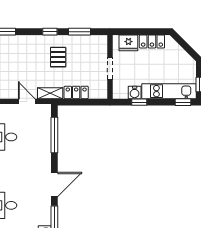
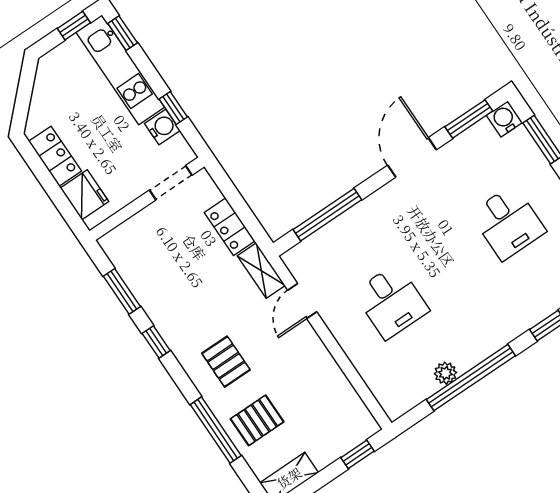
pallet: (58, 57) -> (226, 362), moved, turned 90
doorway: (110, 68) -> (171, 183), moved
door: (54, 184) -> (412, 157), hinge flipped

